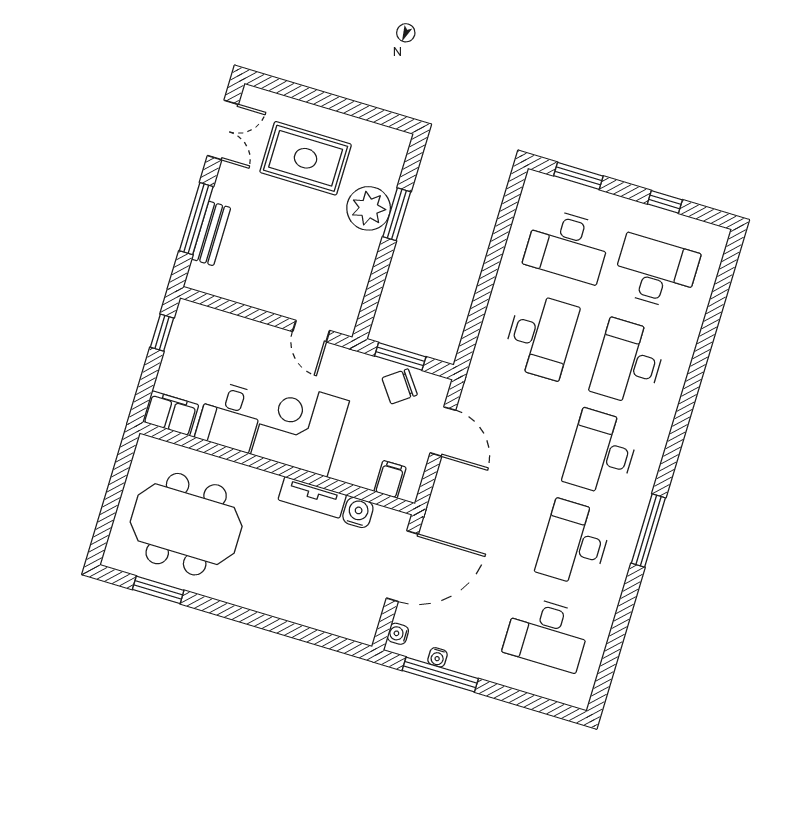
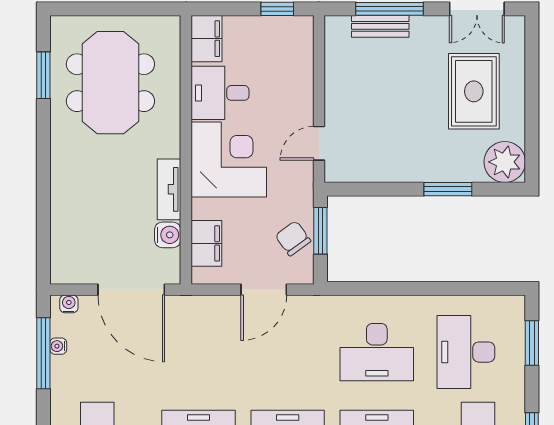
plant: (369, 208) -> (505, 162), moved
filing cabinet: (390, 479) -> (206, 243), width x2.00

